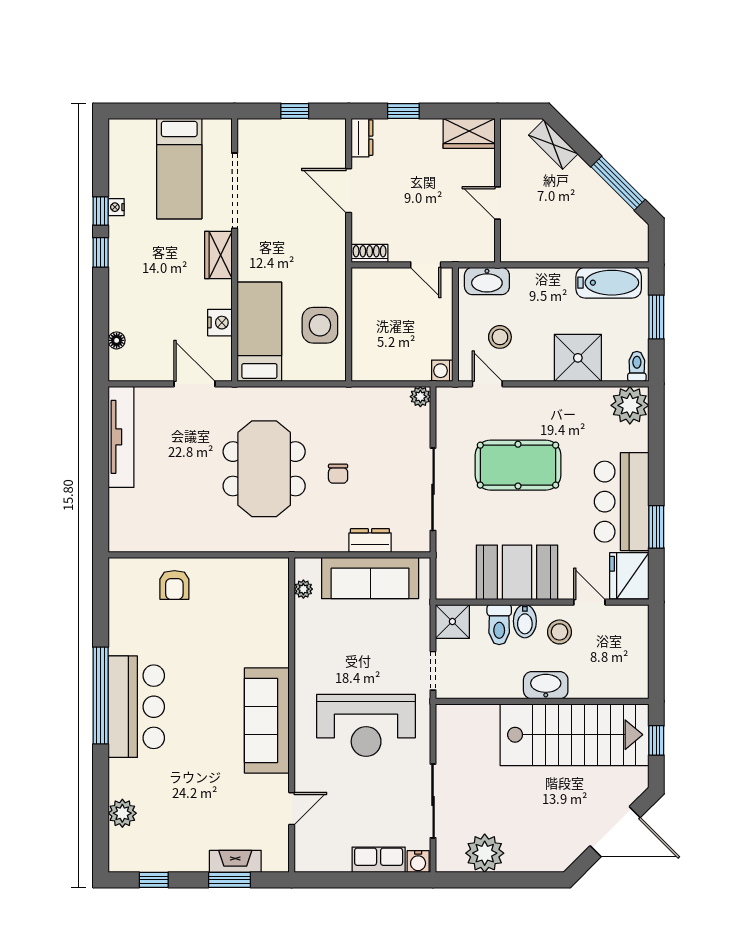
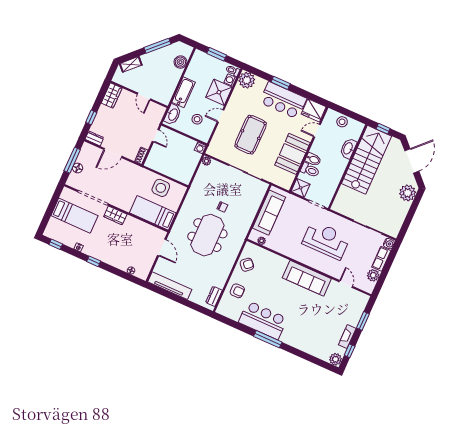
window: (295, 111) -> (72, 160), width x2.17
floor lamp: (283, 130) -> (78, 168), added
door: (497, 203) -> (144, 97), hinge flipped
window: (101, 211) -> (56, 244), moved
boiler: (605, 248) -> (180, 62), added
door: (426, 265) -> (156, 136), hinge flipped
bathtub: (609, 283) -> (183, 92), moved
nightstand: (220, 323) -> (142, 227), removed
washing machine: (615, 370) -> (230, 80), added
door: (194, 384) -> (162, 247), swing flipped
door: (487, 384) -> (221, 116), moved
meeting table: (264, 469) -> (207, 235), turned 90
window: (656, 527) -> (281, 83), moved
dresser: (370, 541) -> (214, 296), moved
armchair: (239, 581) -> (247, 265), added
stool: (559, 632) -> (342, 122), moved
washbasin: (546, 685) -> (348, 148), moved
window: (101, 696) -> (268, 339), width x0.68
bar counter: (136, 707) -> (263, 320), moved
reception desk: (366, 725) -> (326, 240), turned -90
plant: (122, 813) -> (336, 359), moved
plant: (485, 853) -> (408, 193), moved
plant: (336, 858) -> (373, 275), added
fireplace: (235, 861) -> (347, 337), moved

